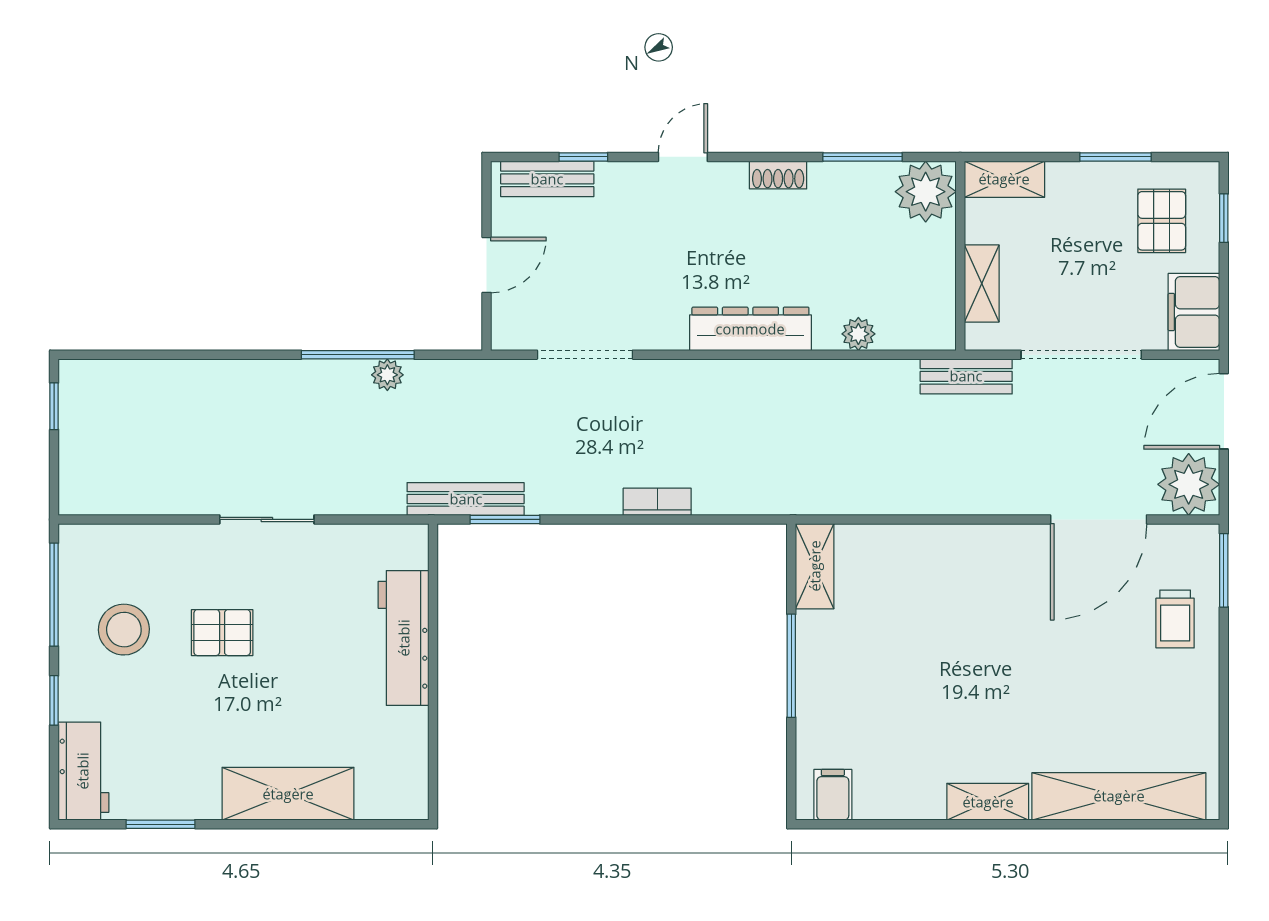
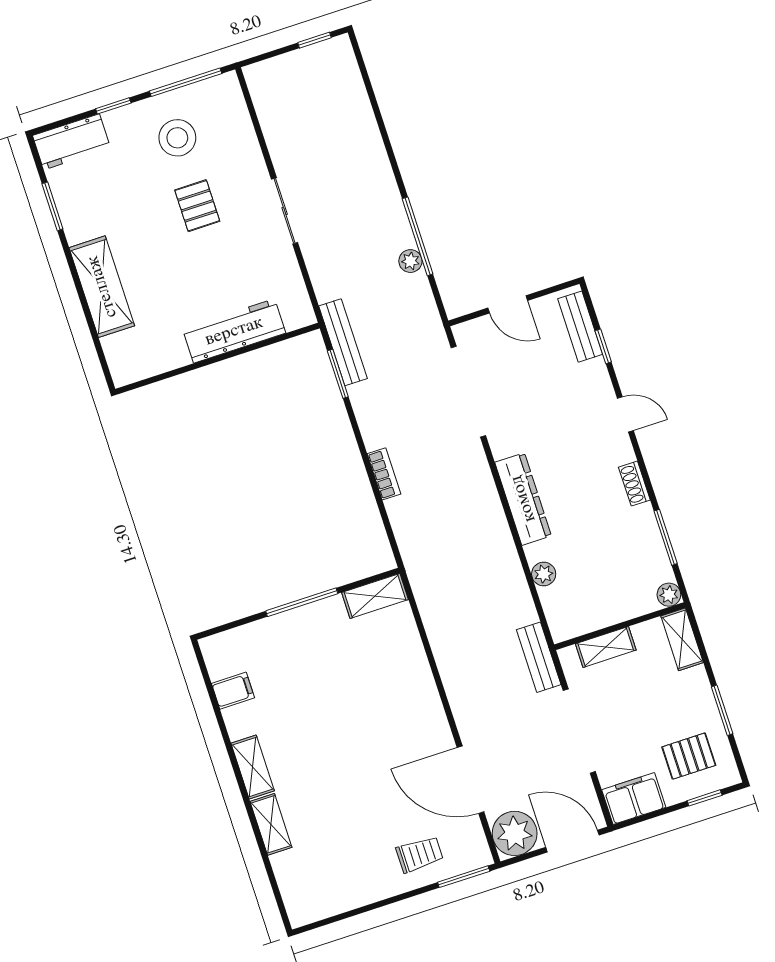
plant: (926, 192) -> (669, 595), width x0.53, depth x0.53
doorway: (585, 355) -> (468, 392), width x1.36
trolley: (1175, 619) -> (420, 854), turned 180
filing cabinet: (833, 795) -> (233, 691), moved
shelving: (1119, 796) -> (271, 824), width x0.45, depth x0.75

